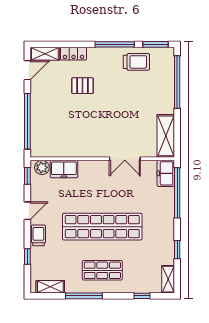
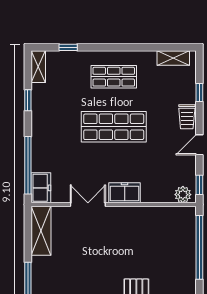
freezer: (64, 169) -> (125, 193), moved
shop shelf: (102, 227) -> (114, 127), width x0.71
window: (84, 296) -> (135, 47), removed

